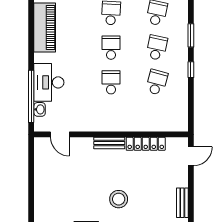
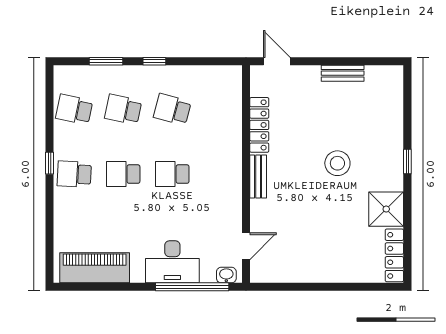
washbasin: (40, 109) -> (226, 275), moved

